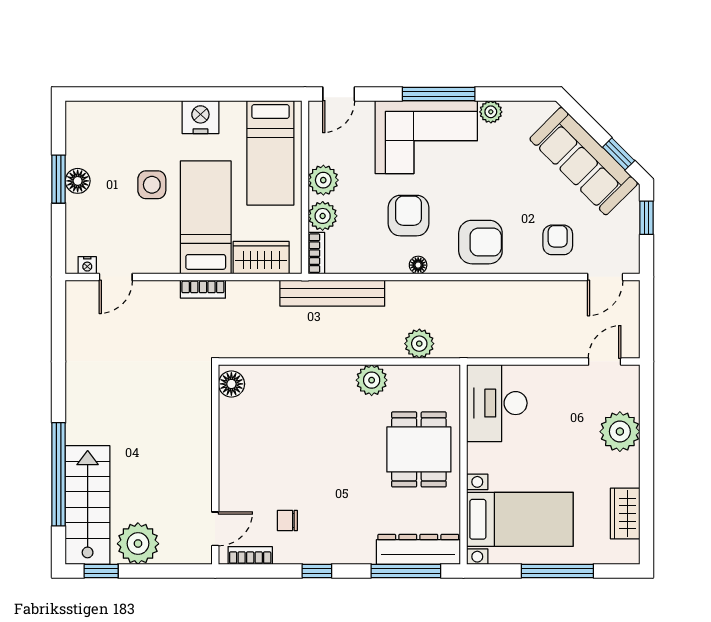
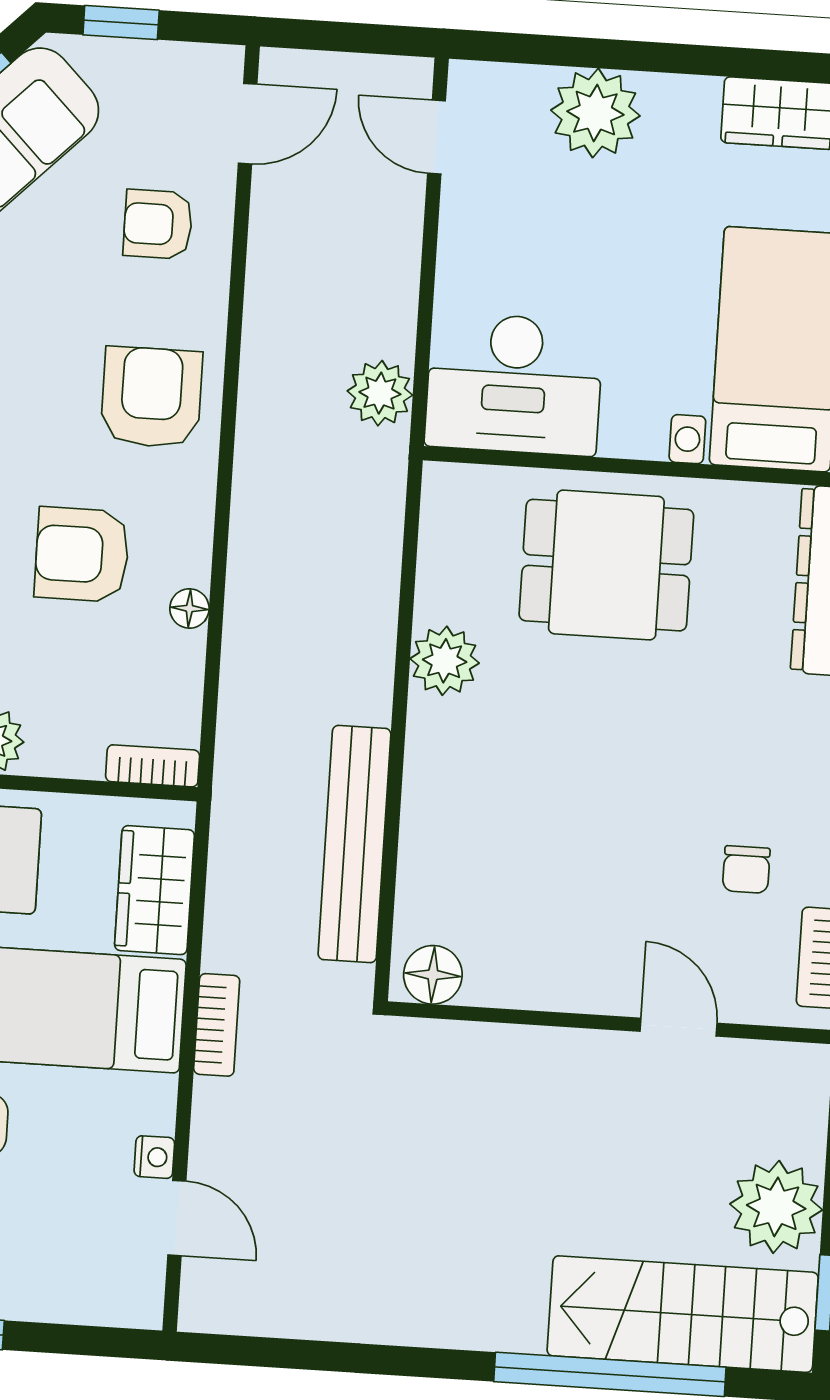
plant: (323, 216) -> (70, 747), removed
nightstand: (87, 265) -> (154, 1157), moved
floor lamp: (418, 265) -> (189, 608), moved
door: (605, 277) -> (248, 124), hinge flipped
bench: (332, 293) -> (354, 844), moved
plant: (419, 344) -> (380, 393), moved
door: (215, 529) -> (679, 1027), moved

